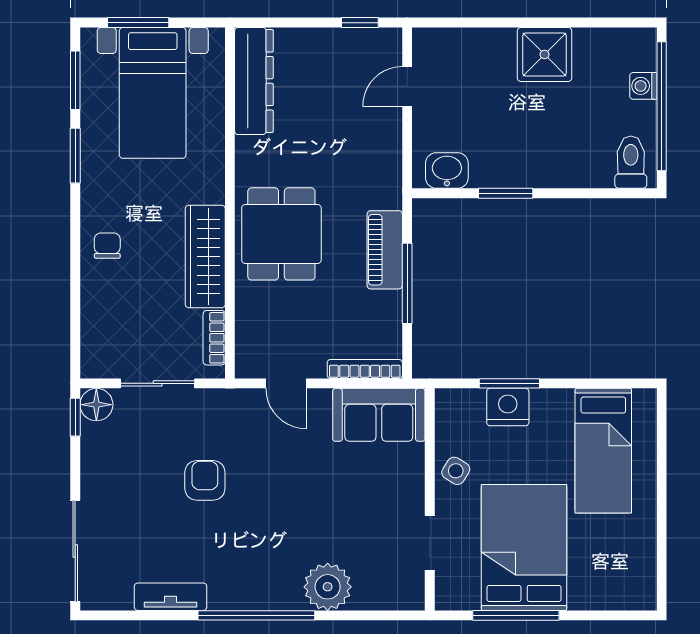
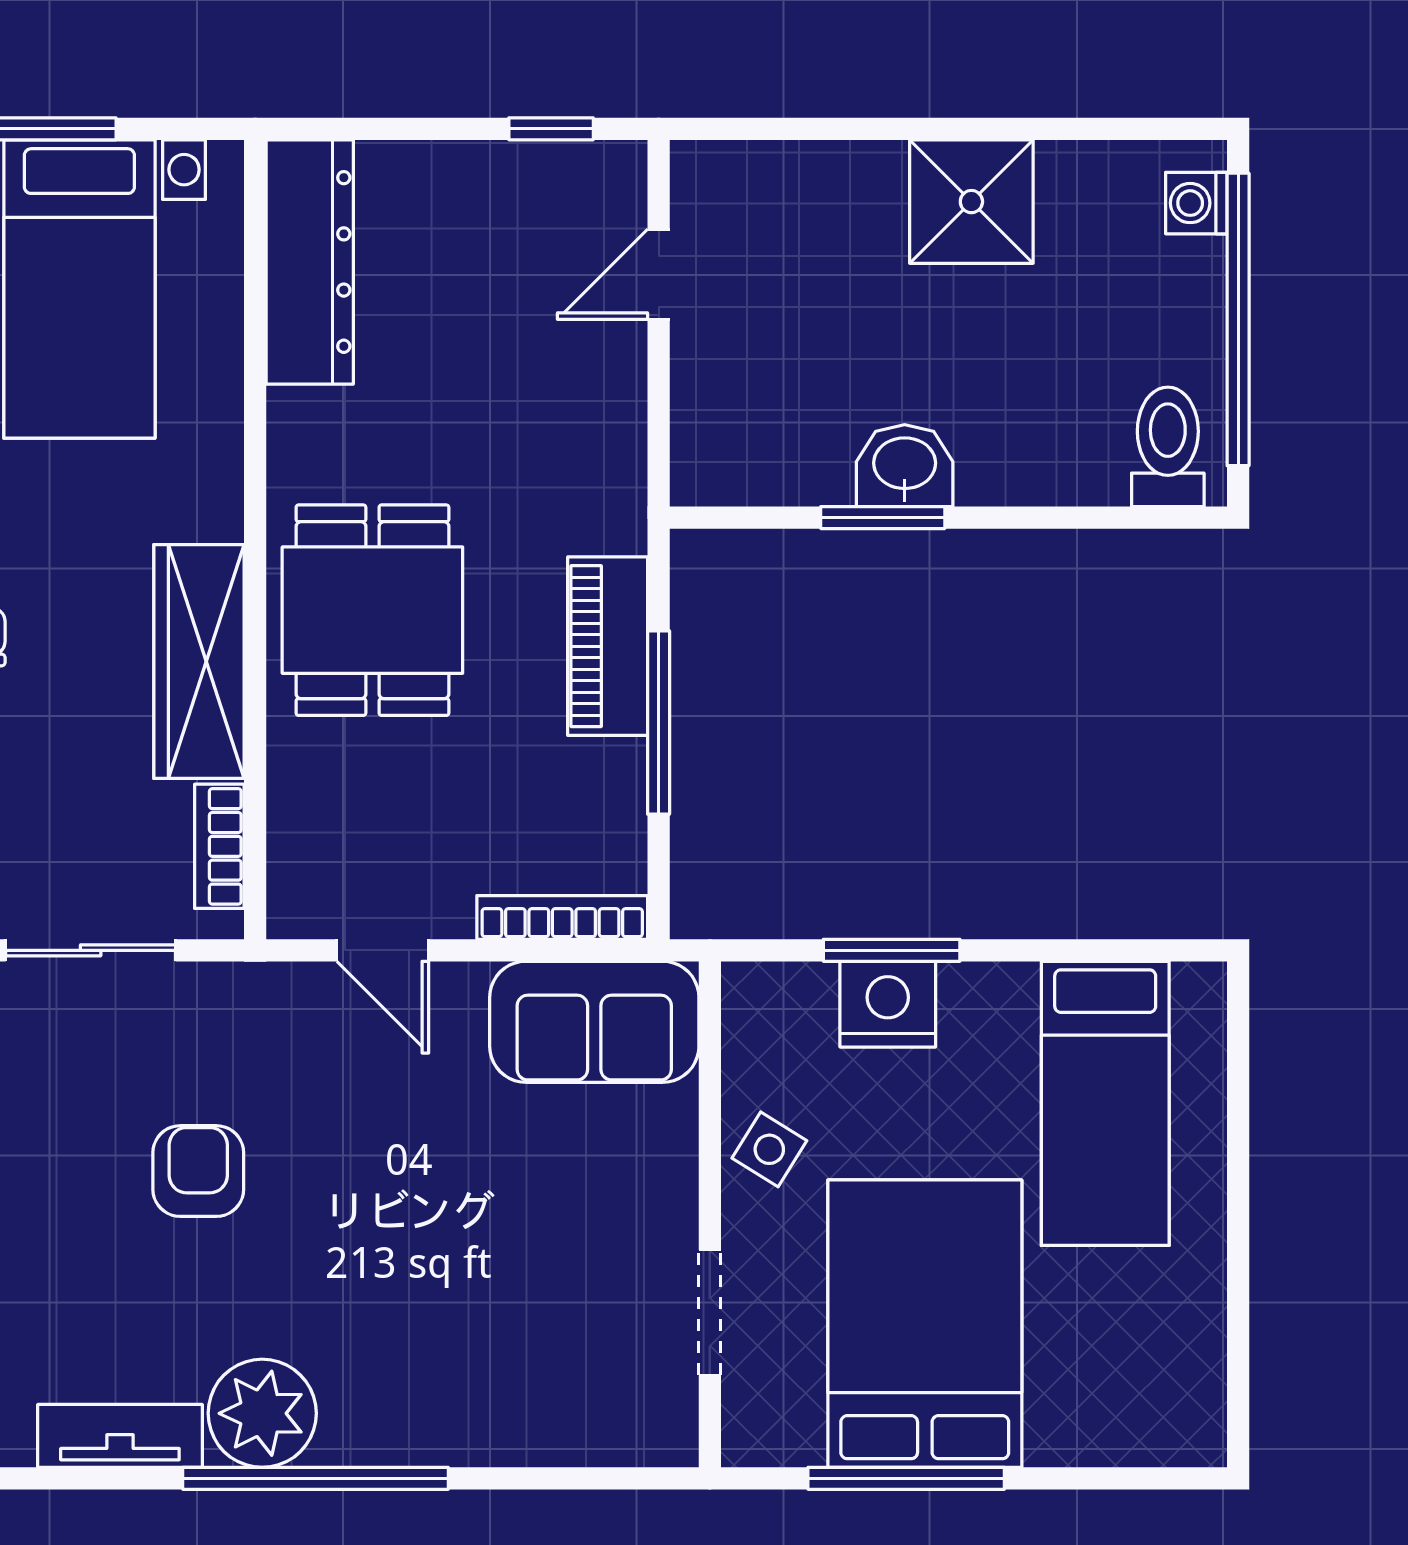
washing machine: (643, 86) -> (1196, 203), moved
washbasin: (447, 170) -> (905, 466), moved
plant: (328, 587) -> (262, 1413), moved

